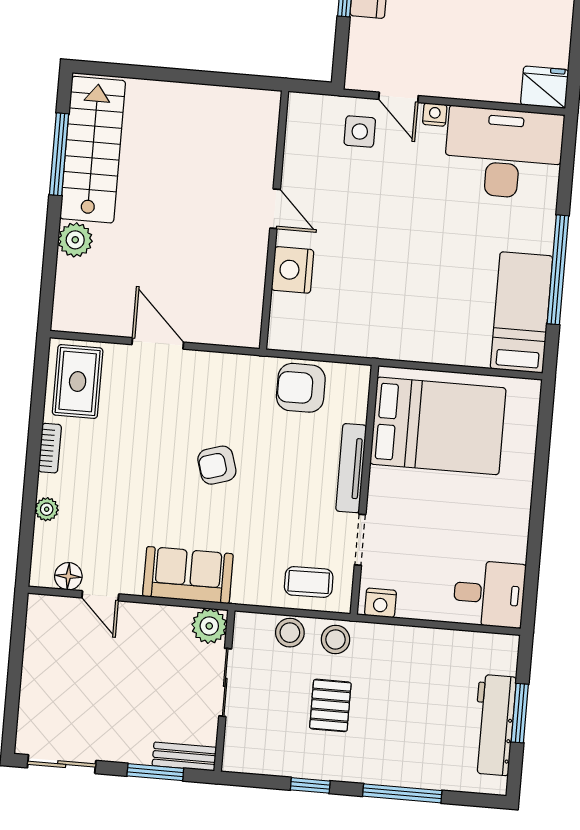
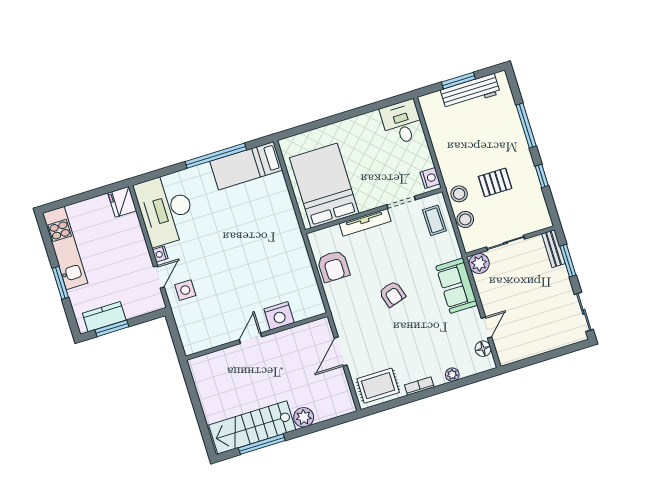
door: (275, 209) -> (251, 338), moved
wall: (274, 220) -> (257, 336), moved
nightstand: (293, 270) -> (279, 316), moved

